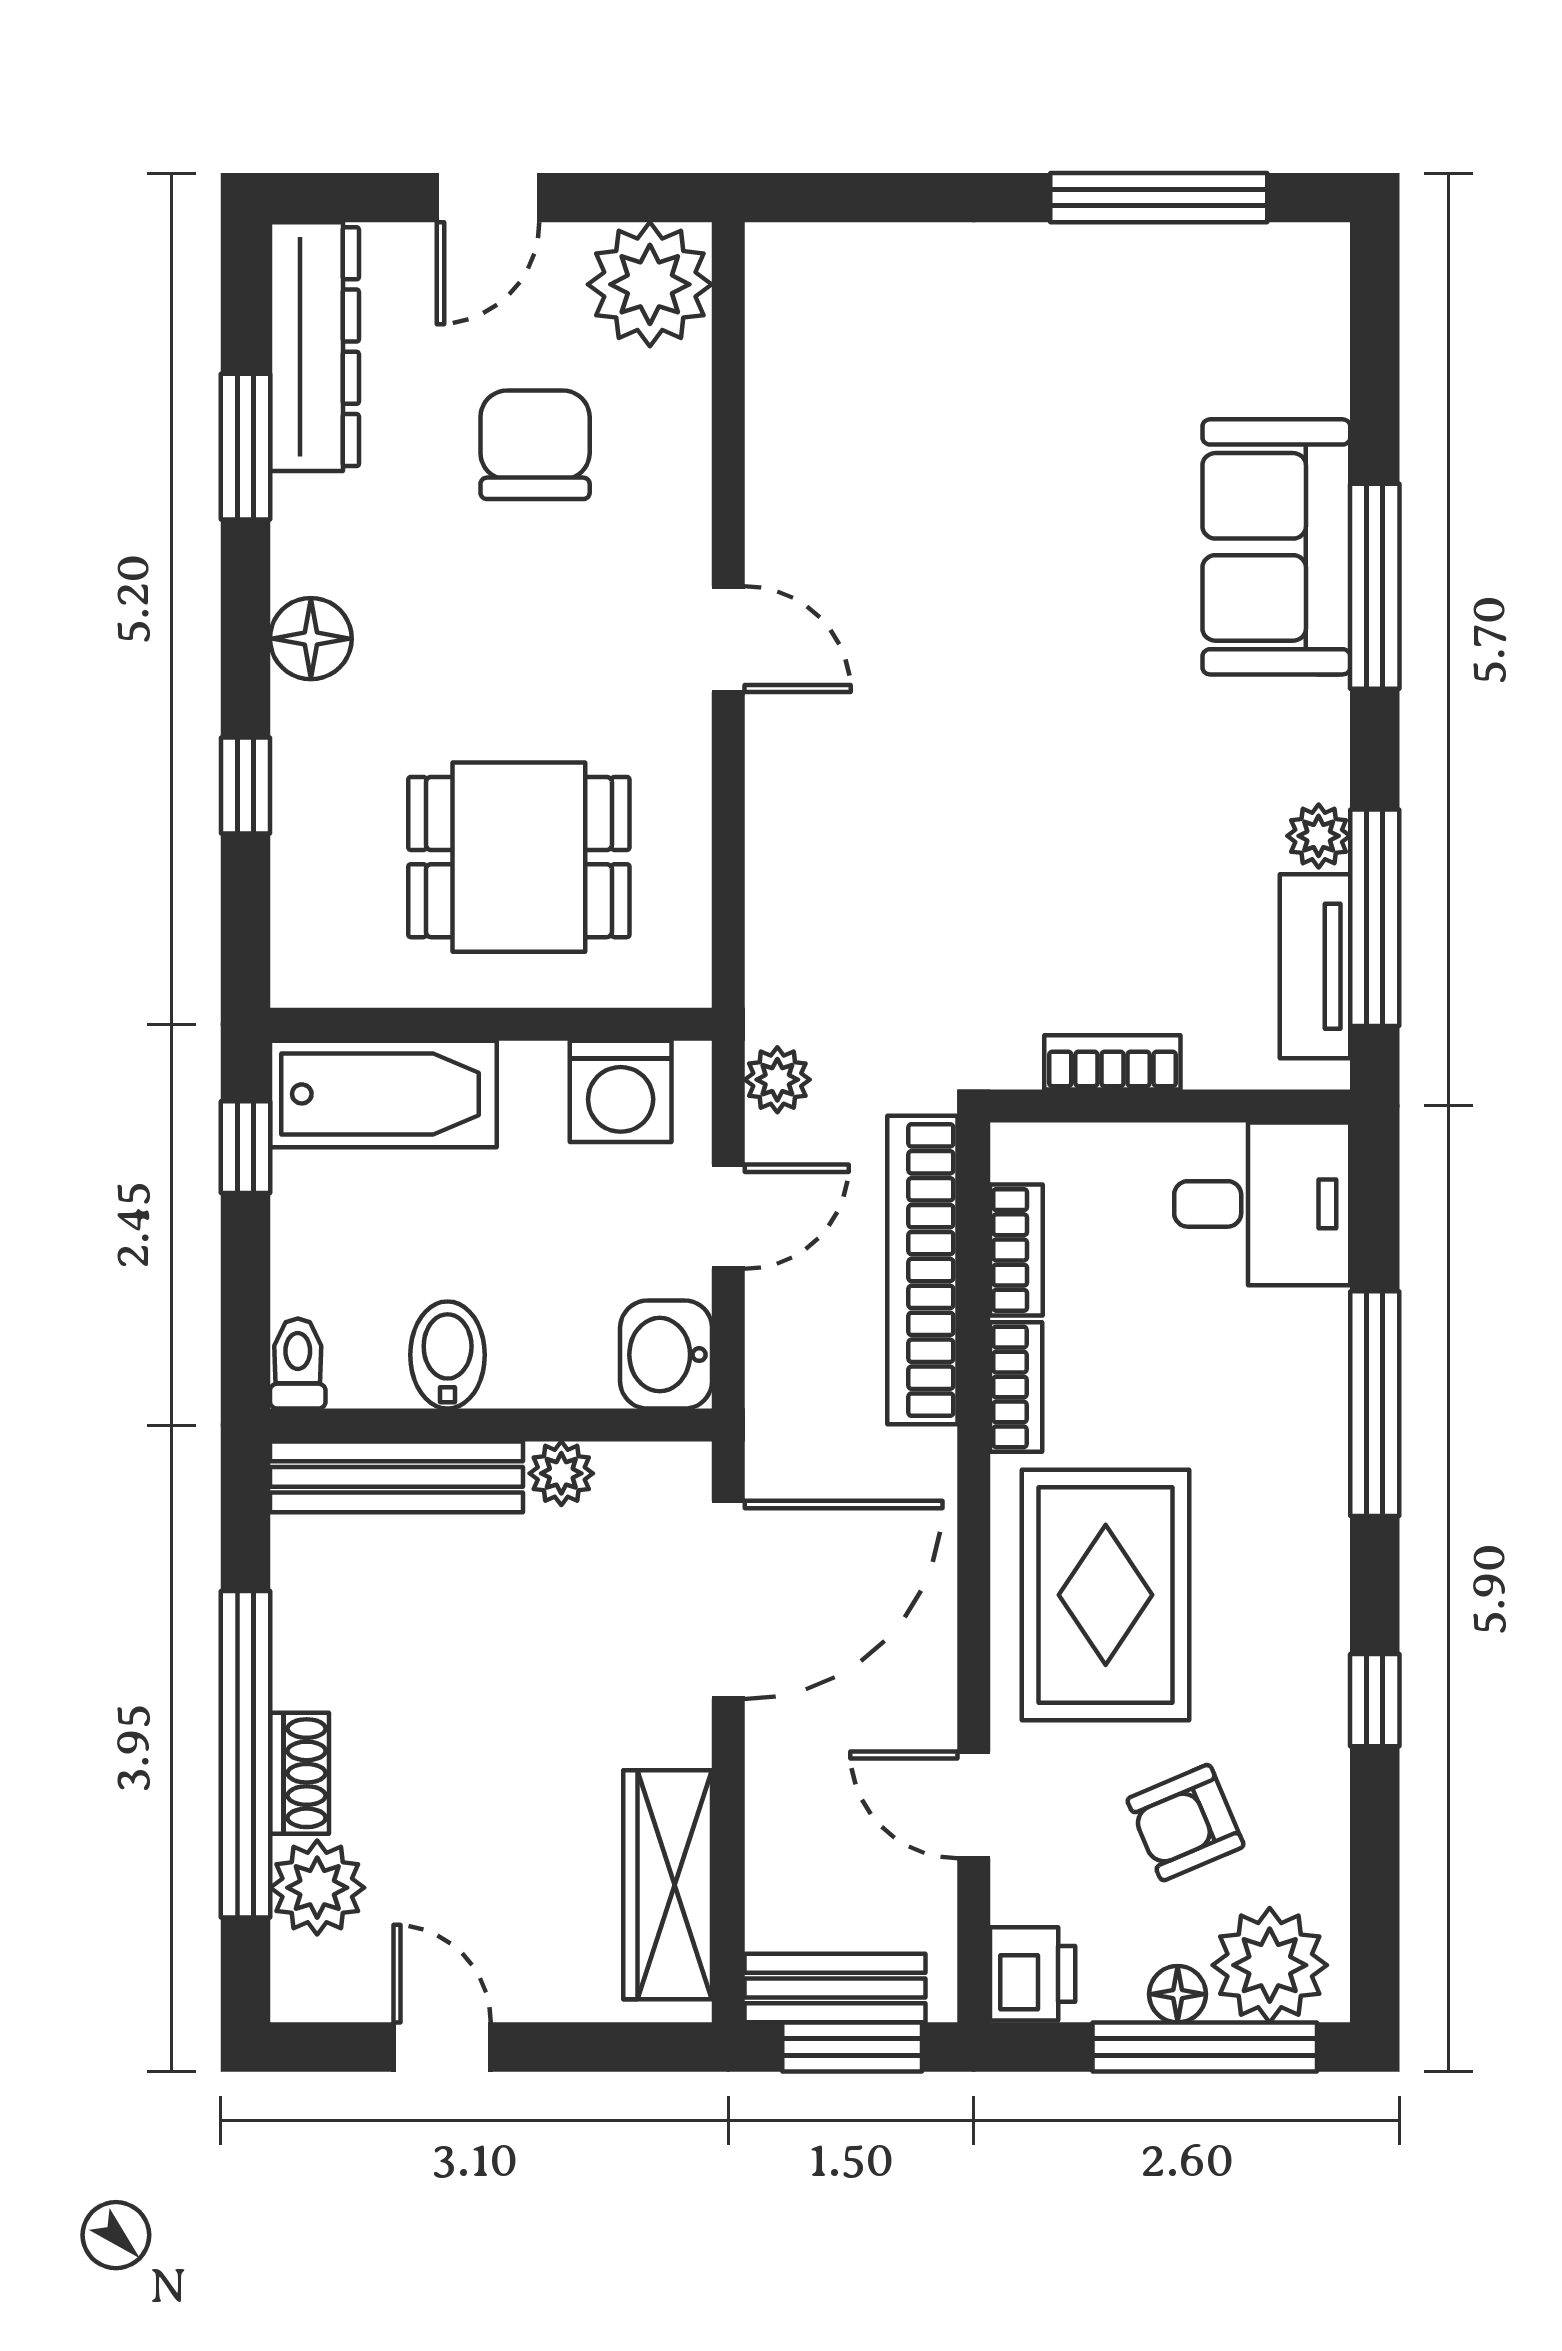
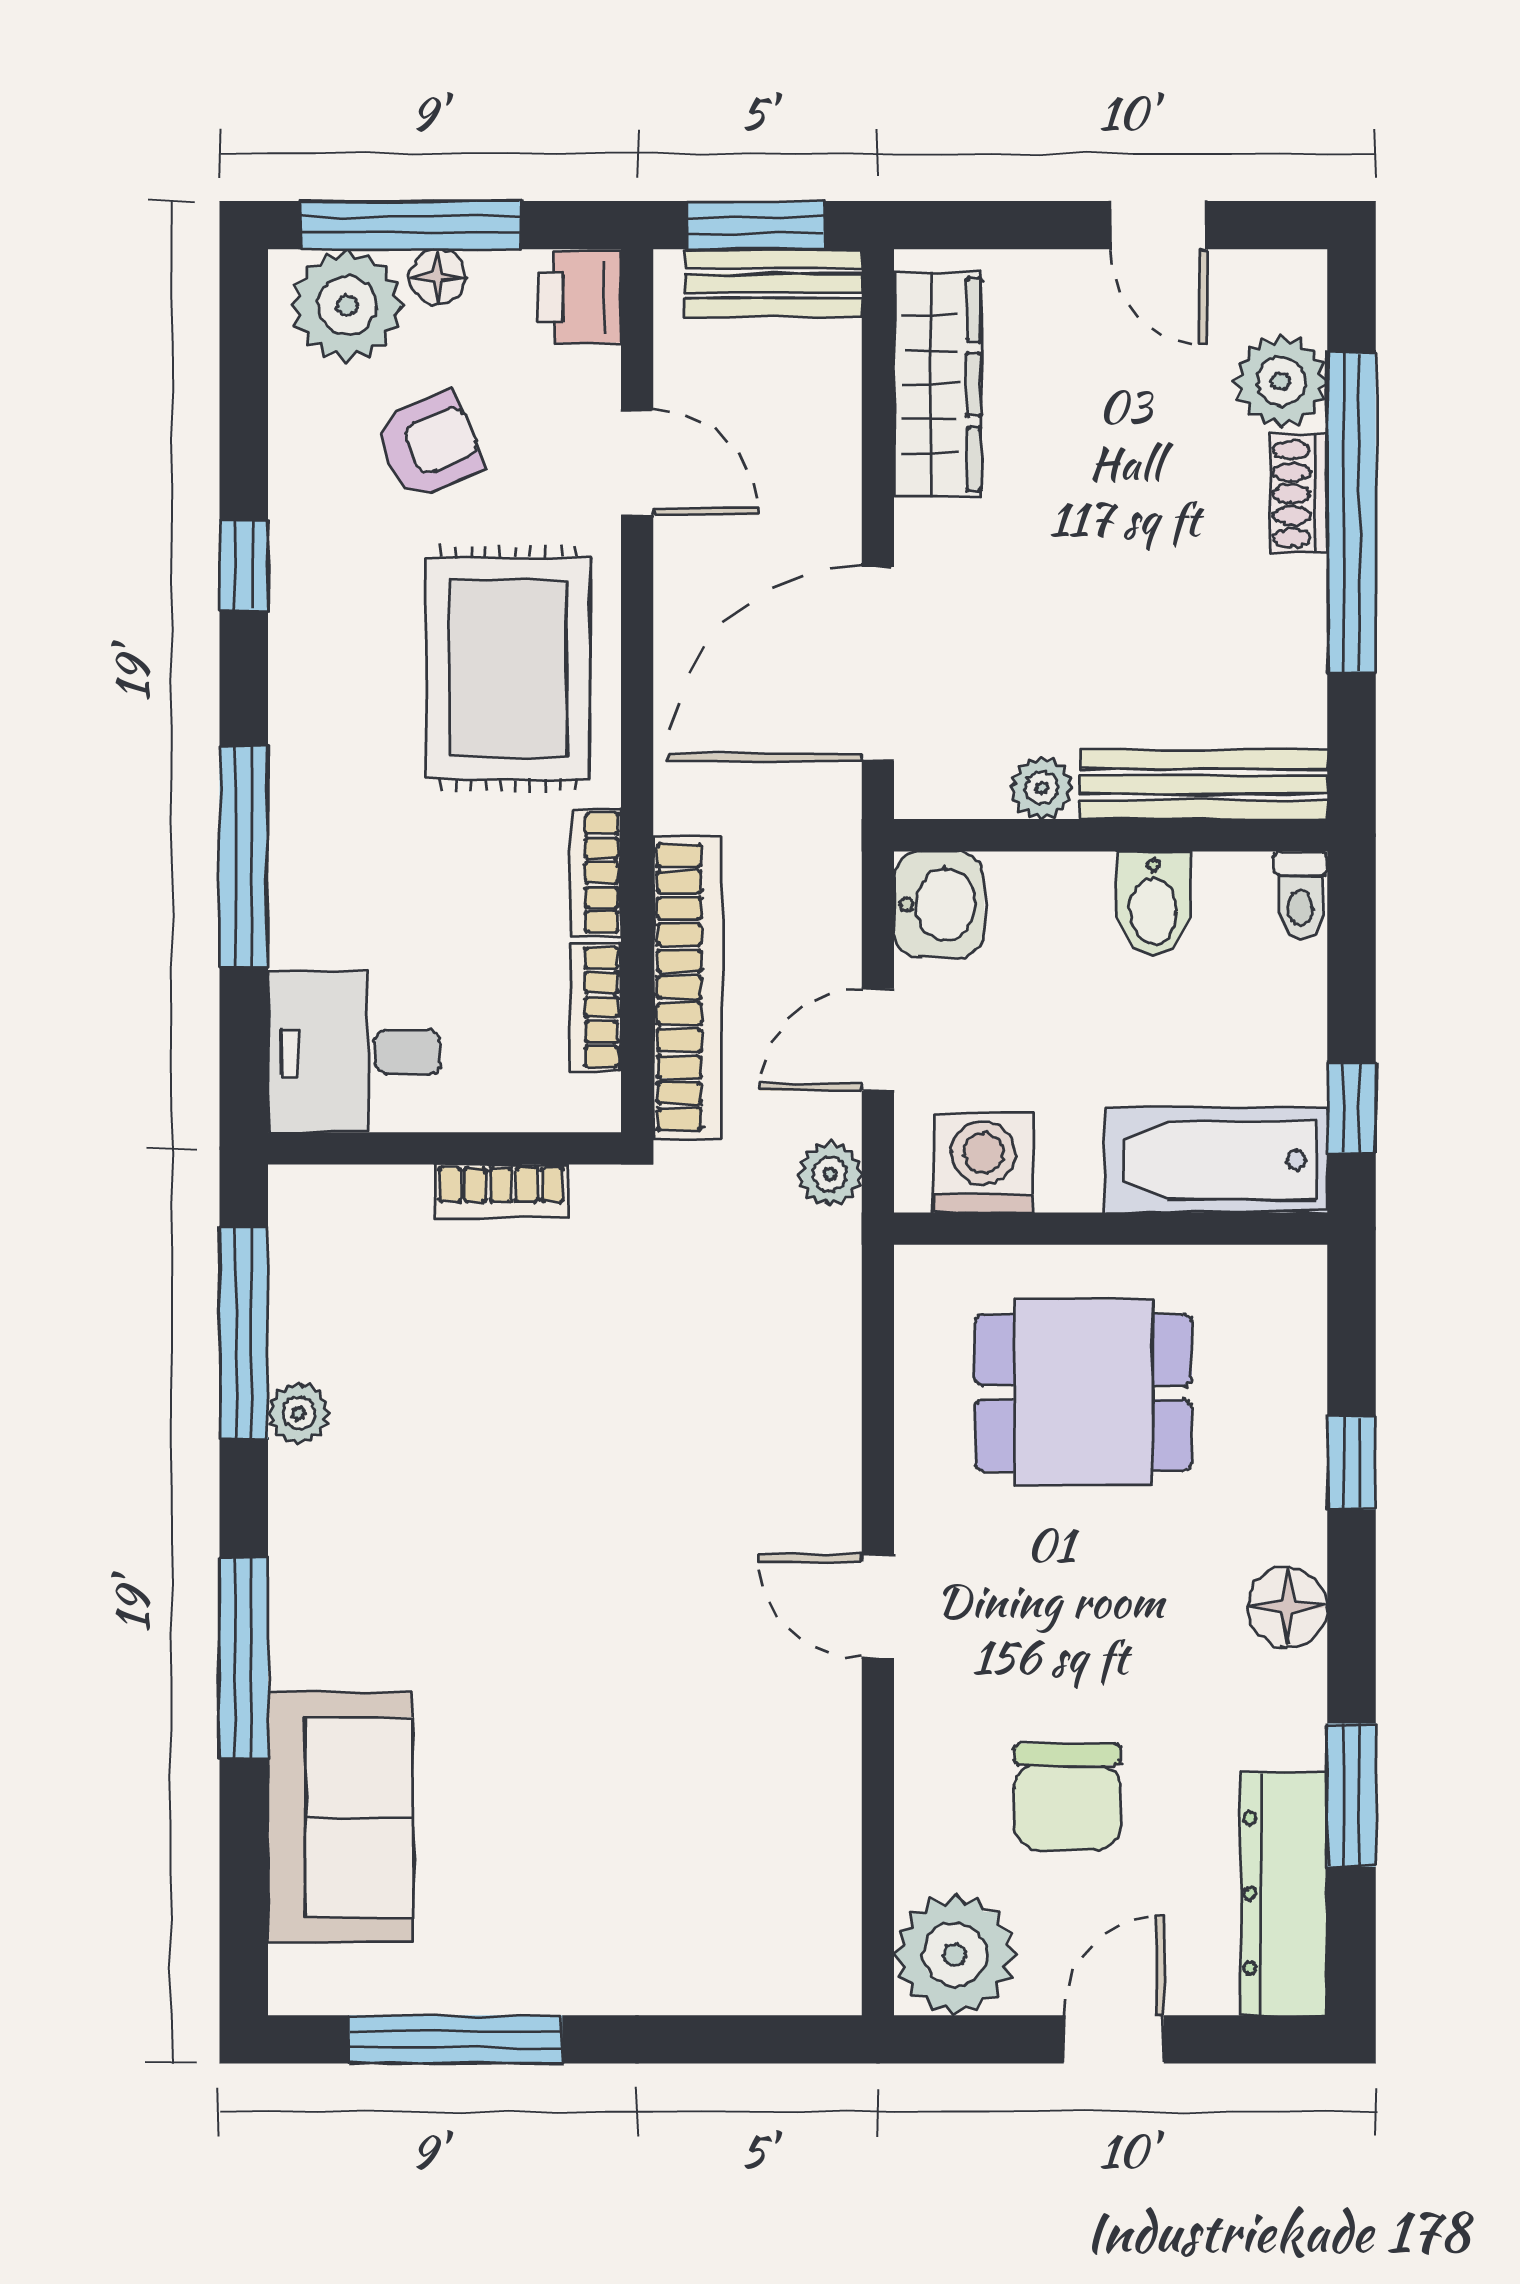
sofa: (1276, 547) -> (340, 1817), moved
tv unit: (1315, 966) -> (302, 1285), removed

